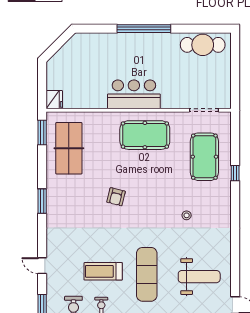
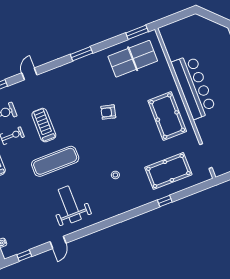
bar counter: (134, 94) -> (194, 87), width x1.36
fridge: (54, 100) -> (167, 32), removed
weight bench: (199, 277) -> (70, 204), turned 180

